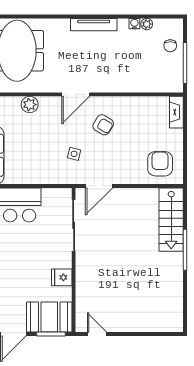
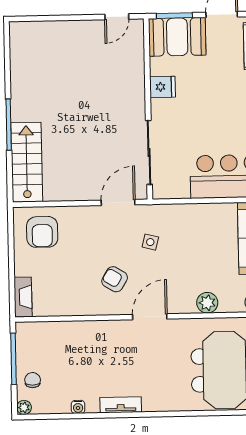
plant: (147, 24) -> (24, 407), moved
tv unit: (94, 25) -> (121, 405), width x0.71
door: (97, 334) -> (117, 17), hinge flipped

